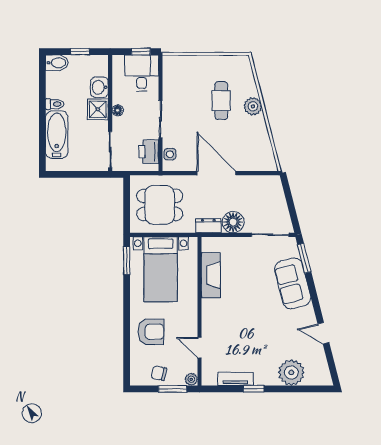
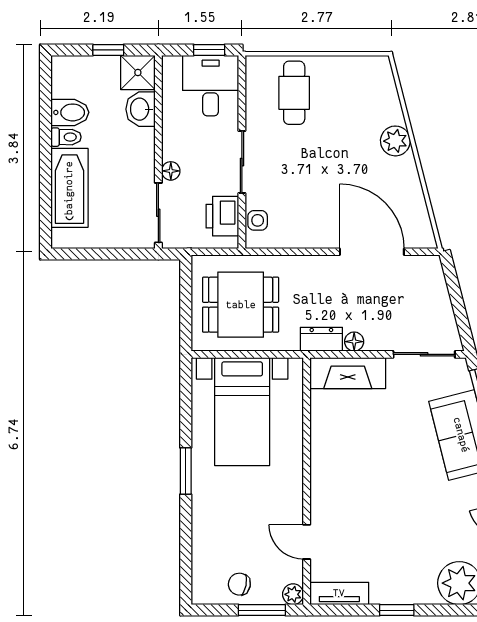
bidet: (57, 63) -> (70, 112), moved
cafe table: (221, 101) -> (294, 93), moved
shower: (98, 109) -> (138, 73), moved
floor lamp: (118, 110) -> (171, 171), moved
door: (216, 173) -> (372, 252), moved
floor lamp: (233, 222) -> (354, 342), width x0.53, depth x0.53
window: (127, 260) -> (186, 471), moved
fireplace: (211, 275) -> (348, 373), moved, turned 90
armchair: (151, 332) -> (226, 515), removed
tv unit: (235, 379) -> (339, 593), moved

